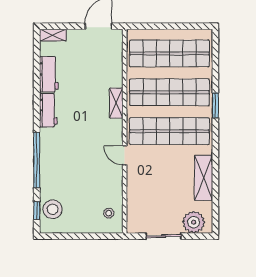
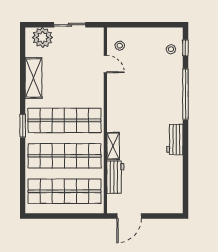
shelving: (53, 35) -> (171, 208), removed
workbench: (49, 74) -> (115, 177), moved, turned 180
window: (215, 105) -> (23, 126), moved
door: (125, 155) -> (105, 64), moved
stool: (53, 209) -> (171, 49), width x0.53, depth x0.53

